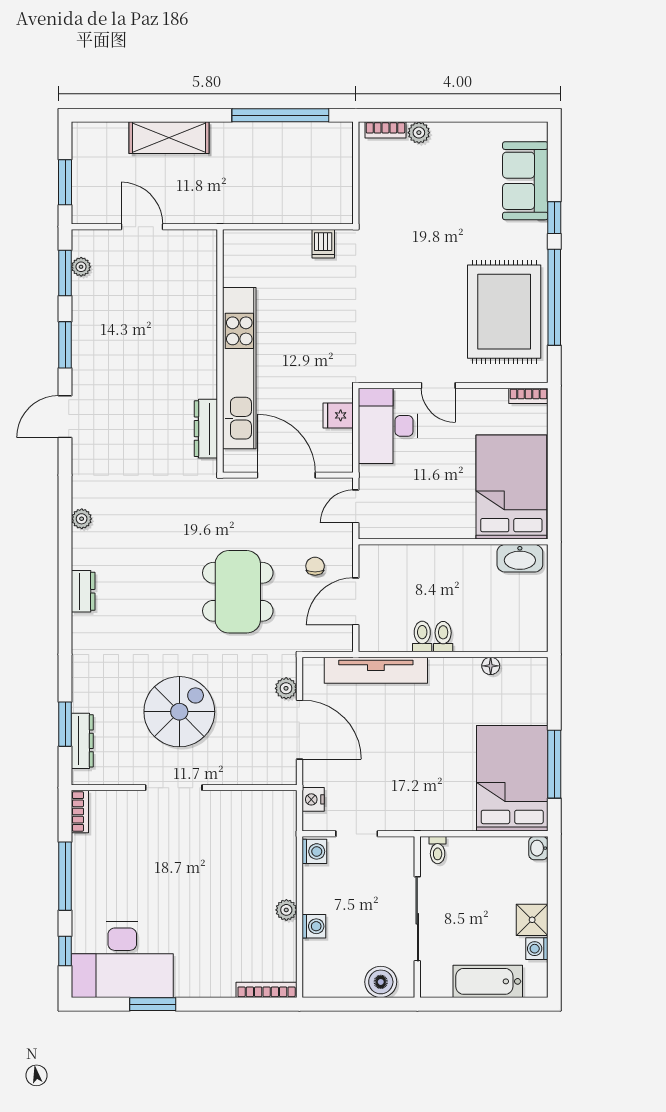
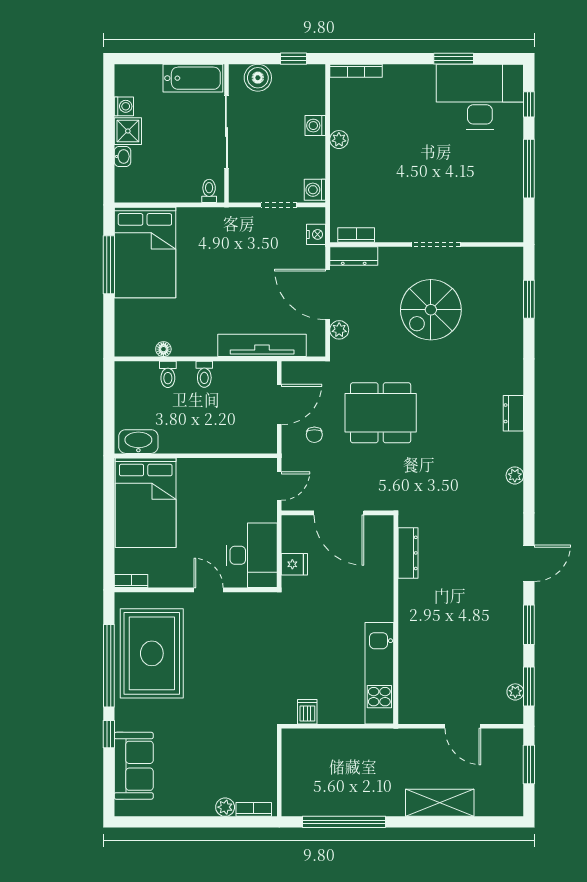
kitchen unit: (239, 368) -> (379, 673), moved, width x0.73
dining table: (238, 592) -> (381, 413), turned 90
toilet: (422, 636) -> (168, 374), moved
dresser: (82, 741) -> (354, 256), moved, turned -90
bookcase: (80, 811) -> (356, 235), moved, turned 90
washbasin: (538, 848) -> (122, 156), moved
bathtub: (488, 981) -> (193, 78), moved
window: (339, 1004) -> (294, 59), added

